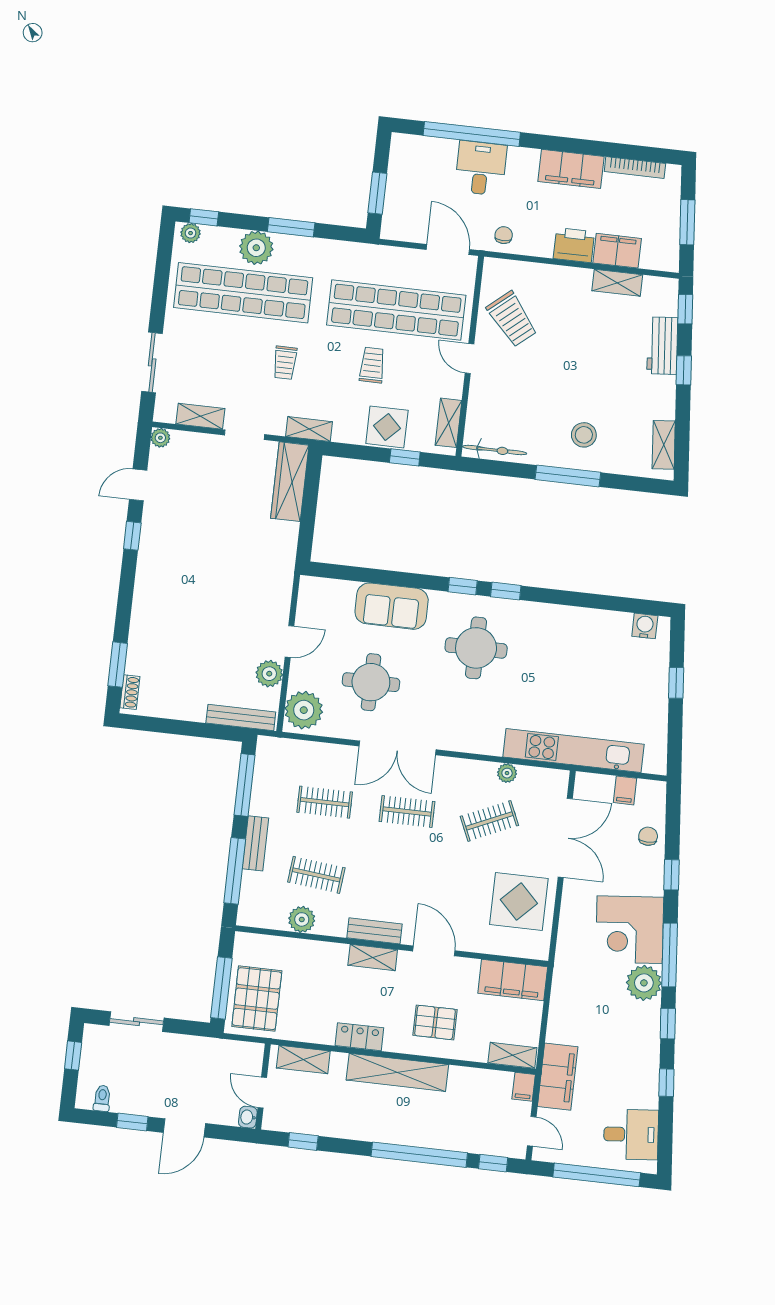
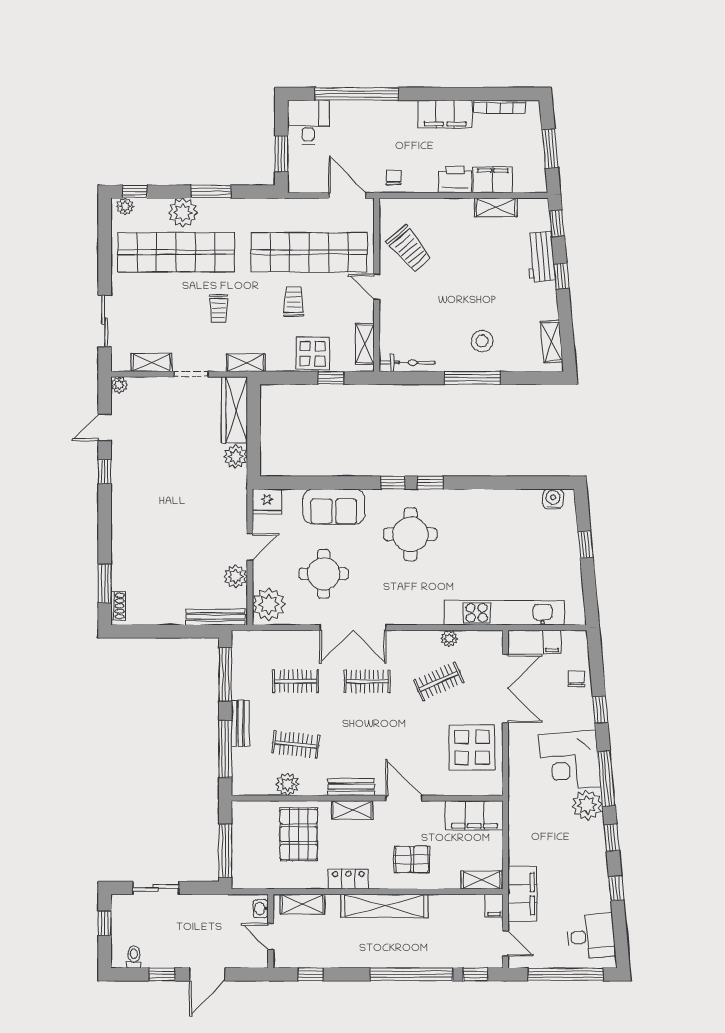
desk: (481, 168) -> (308, 122), moved
plant: (285, 536) -> (235, 457), added
fridge: (315, 591) -> (267, 501), added
pallet: (257, 999) -> (299, 834), moved
washbasin: (248, 1117) -> (261, 909), moved

